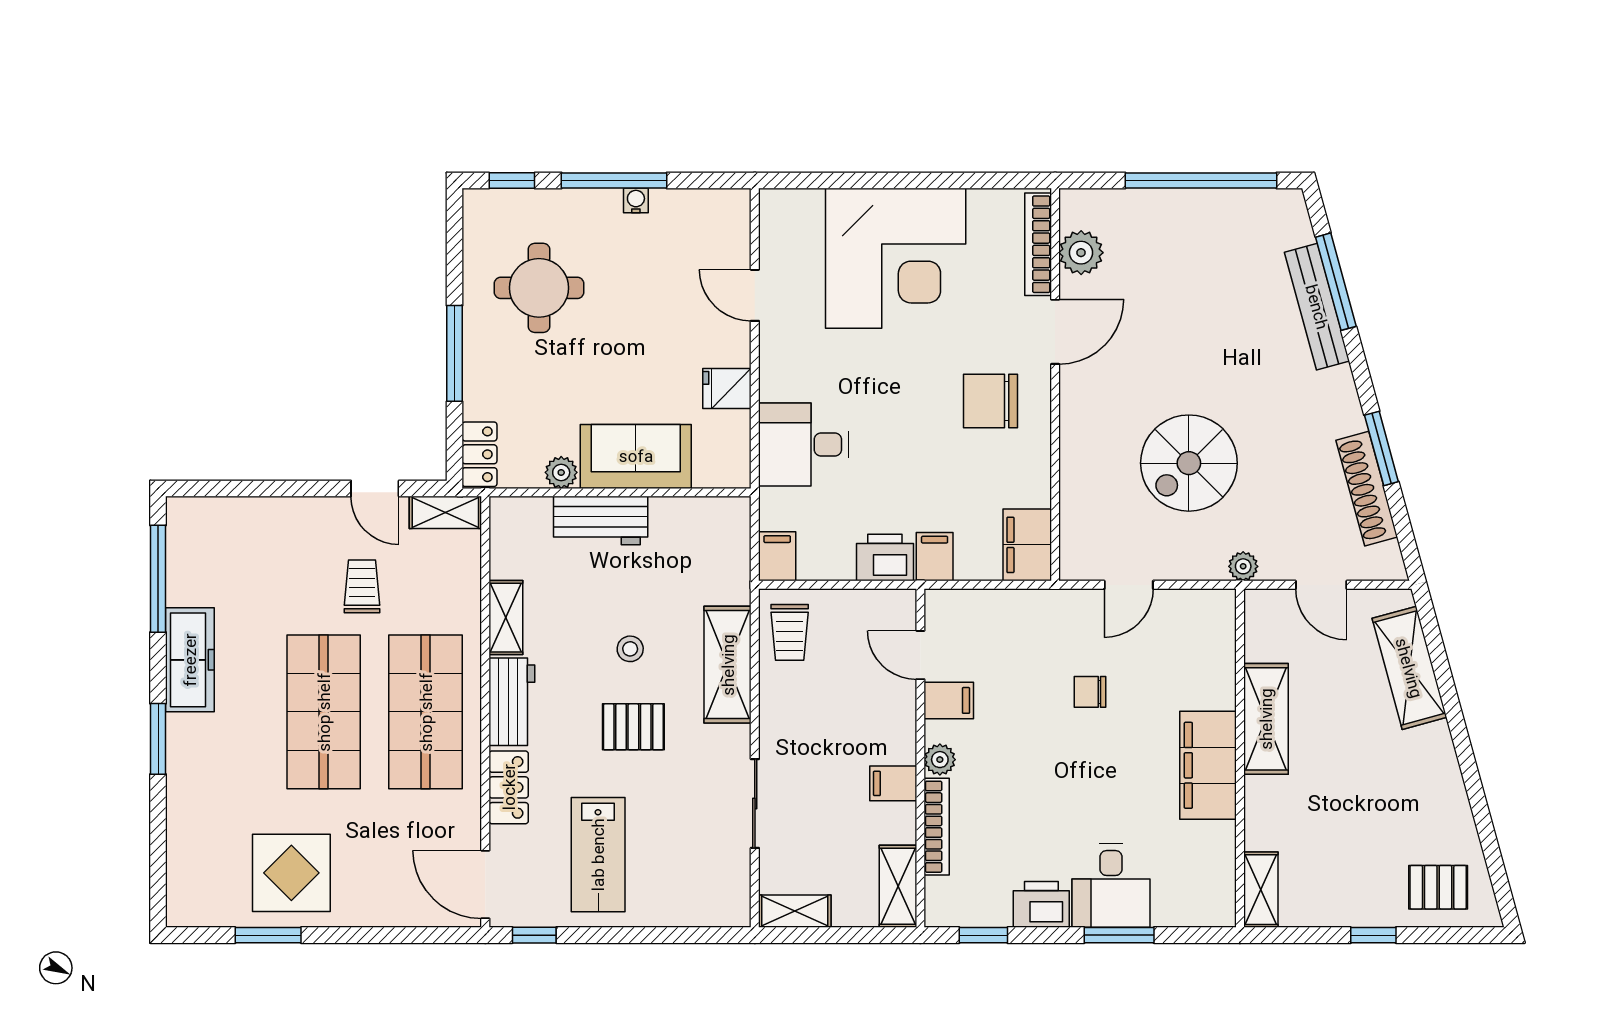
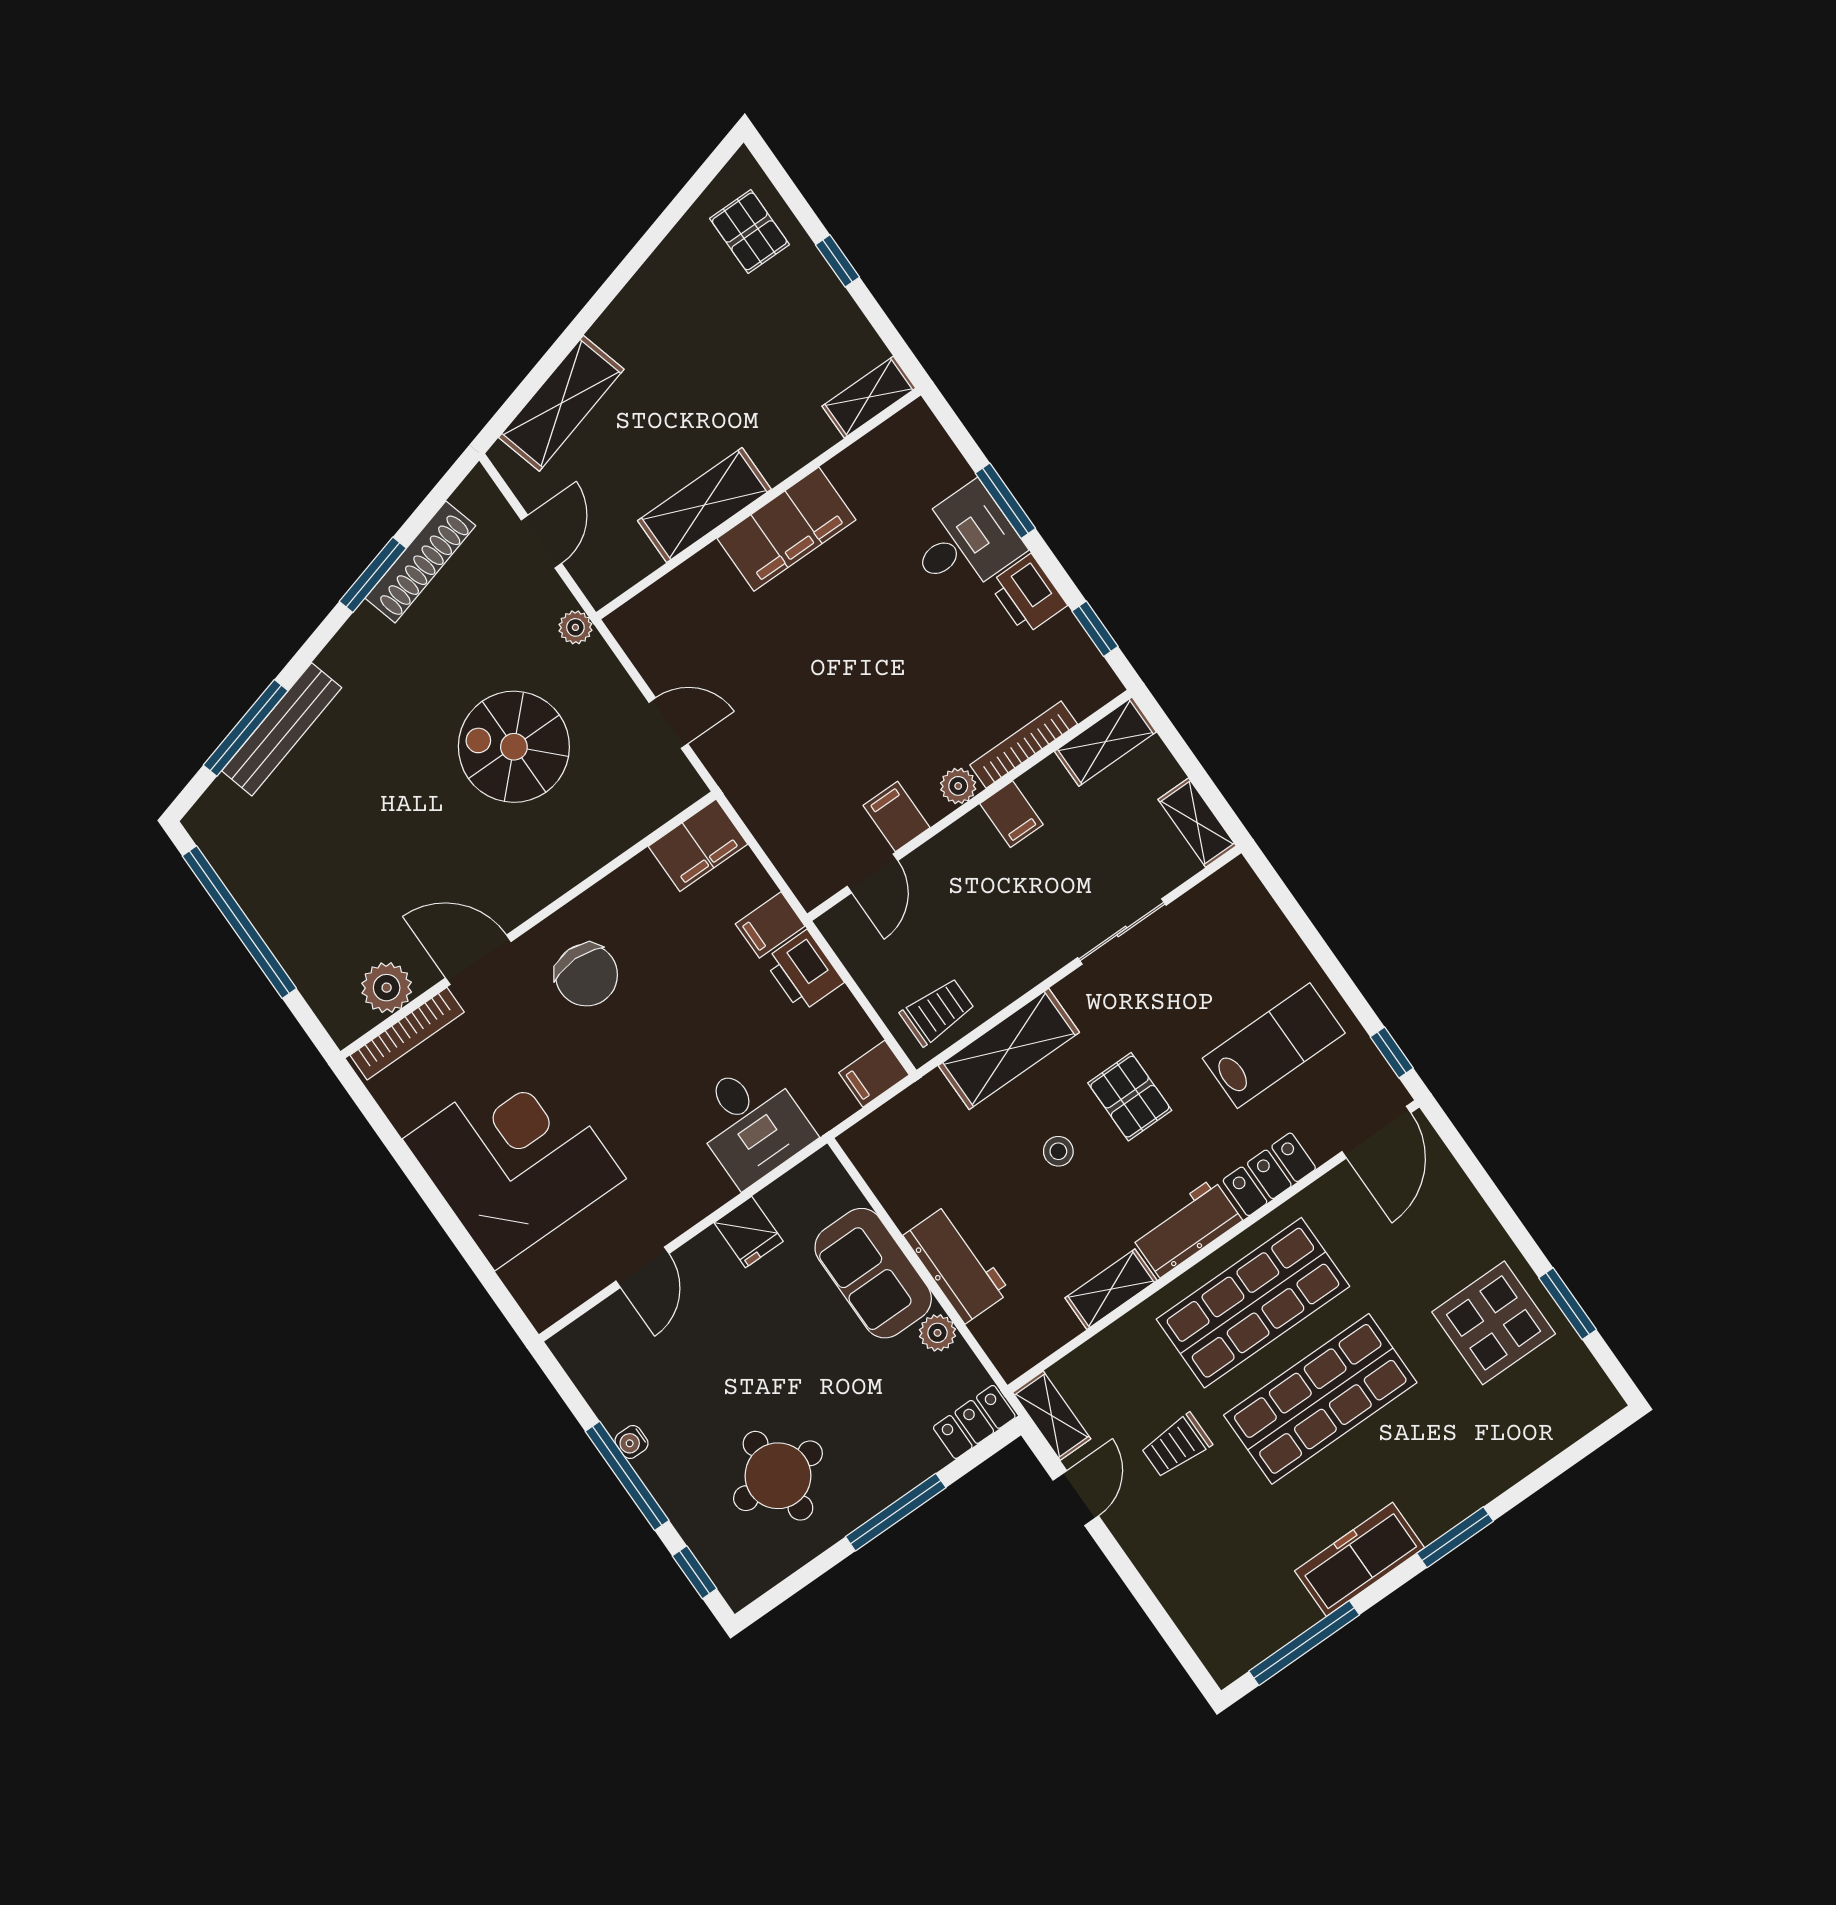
spiral stairs: (1189, 463) -> (514, 747), turned 180
chair: (1090, 692) -> (795, 689), removed

